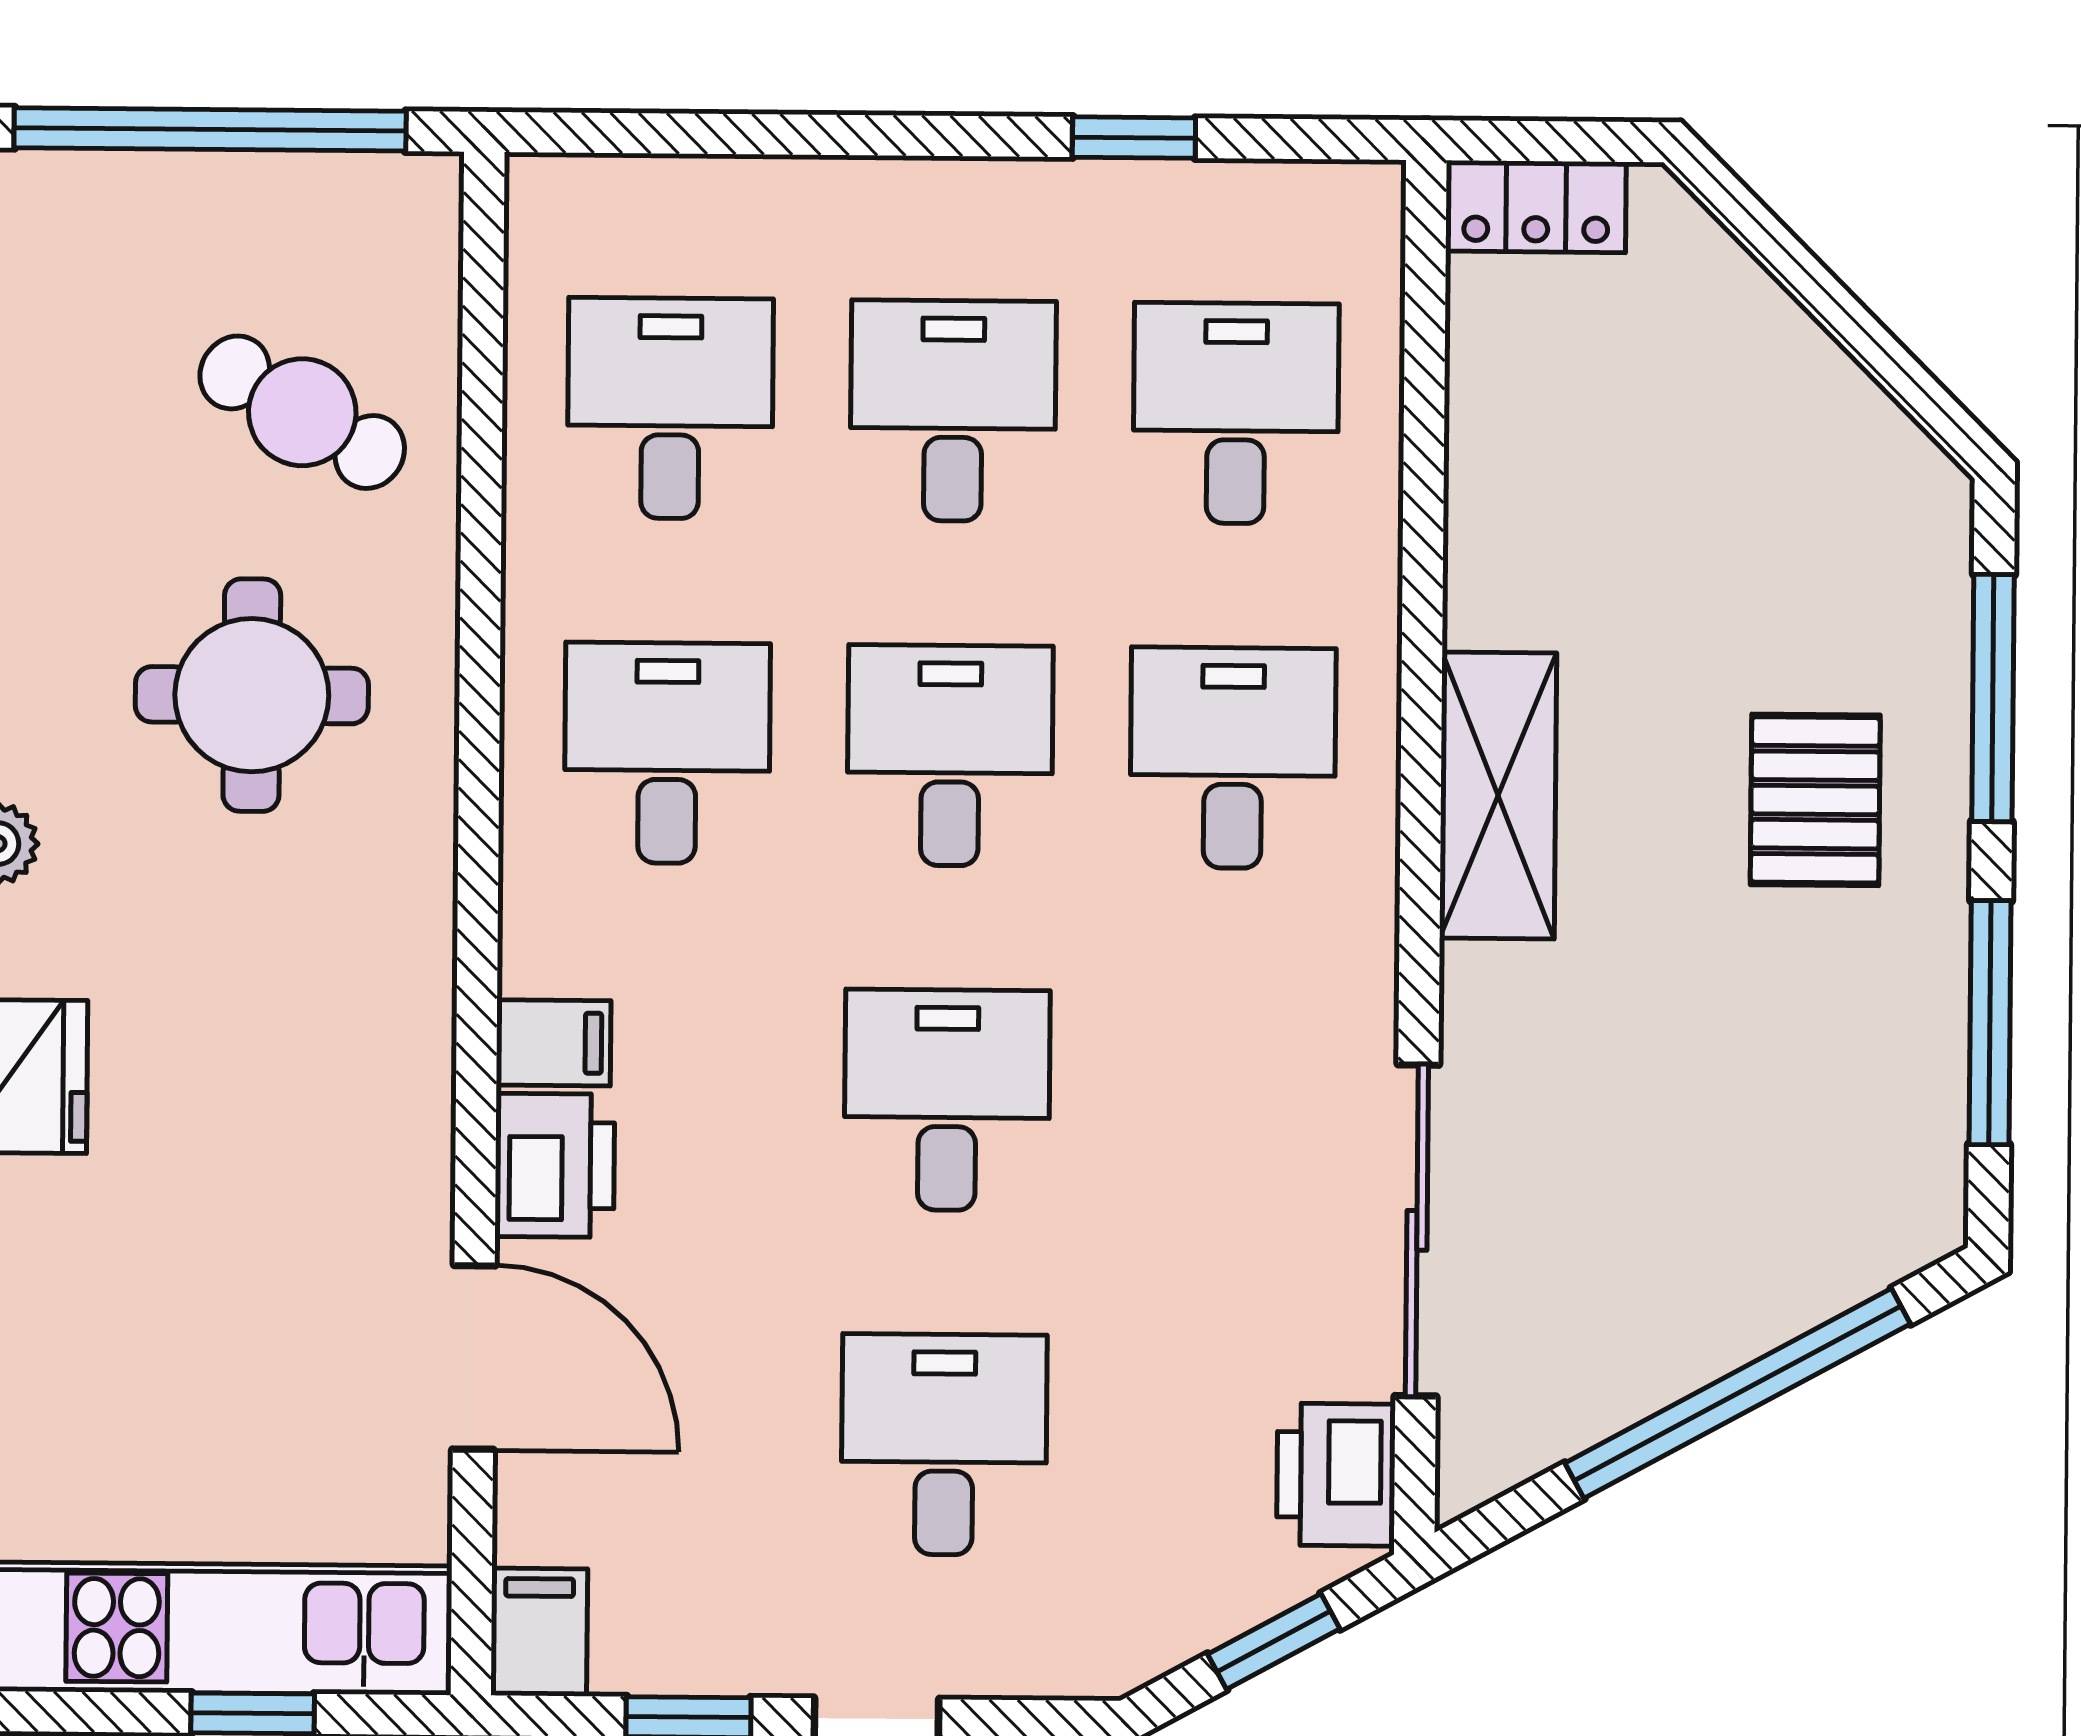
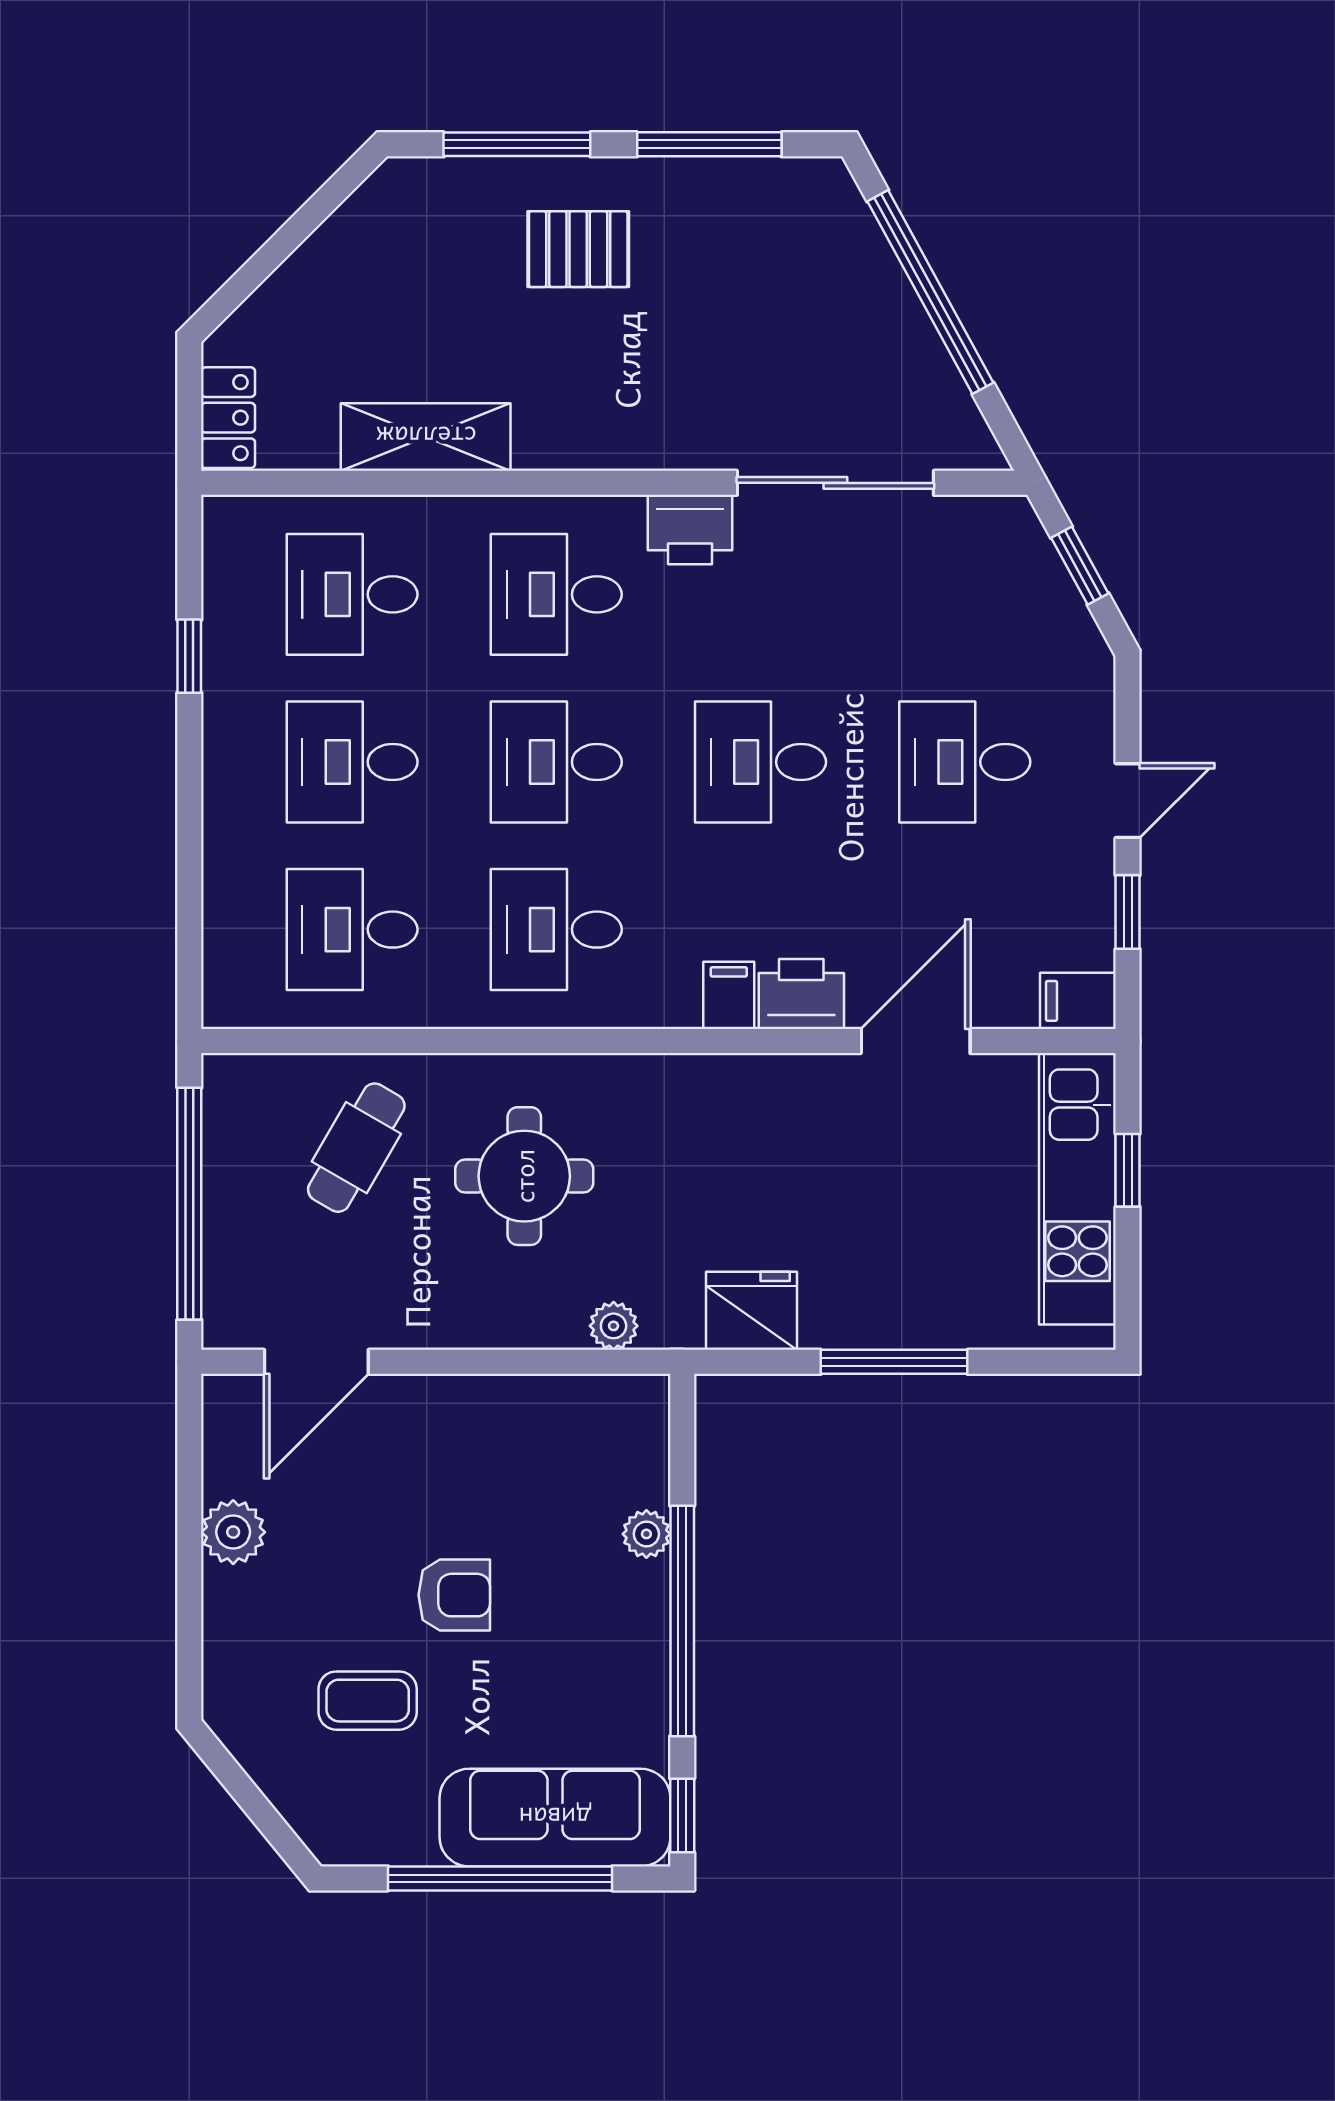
shelving: (1498, 796) -> (426, 437), moved
printer: (1336, 1475) -> (690, 530), moved

